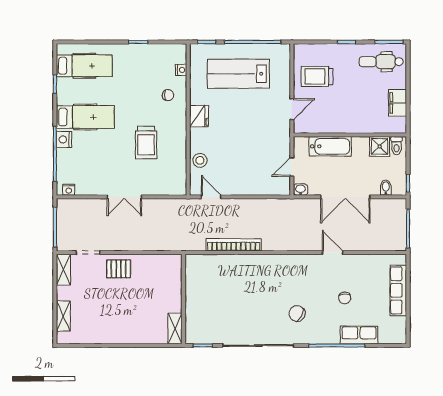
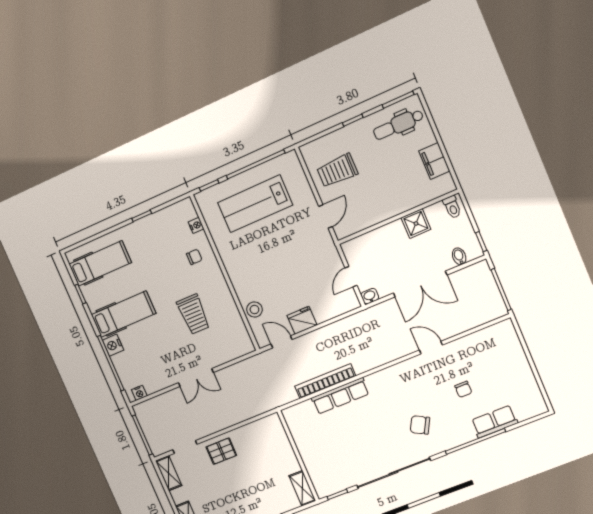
fridge: (199, 116) -> (302, 320), moved, turned -90
bathtub: (330, 146) -> (382, 238), removed
shower: (380, 146) -> (416, 223), moved
row of seats: (398, 290) -> (340, 396), moved, turned -90

